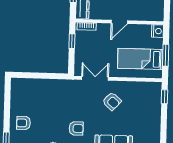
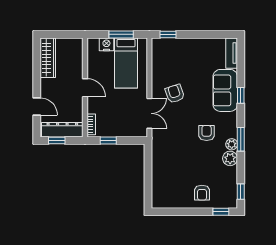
nightstand: (158, 31) -> (106, 44), moved
double door: (95, 78) -> (149, 113), swing flipped
armchair: (112, 101) -> (175, 94), turned -62

